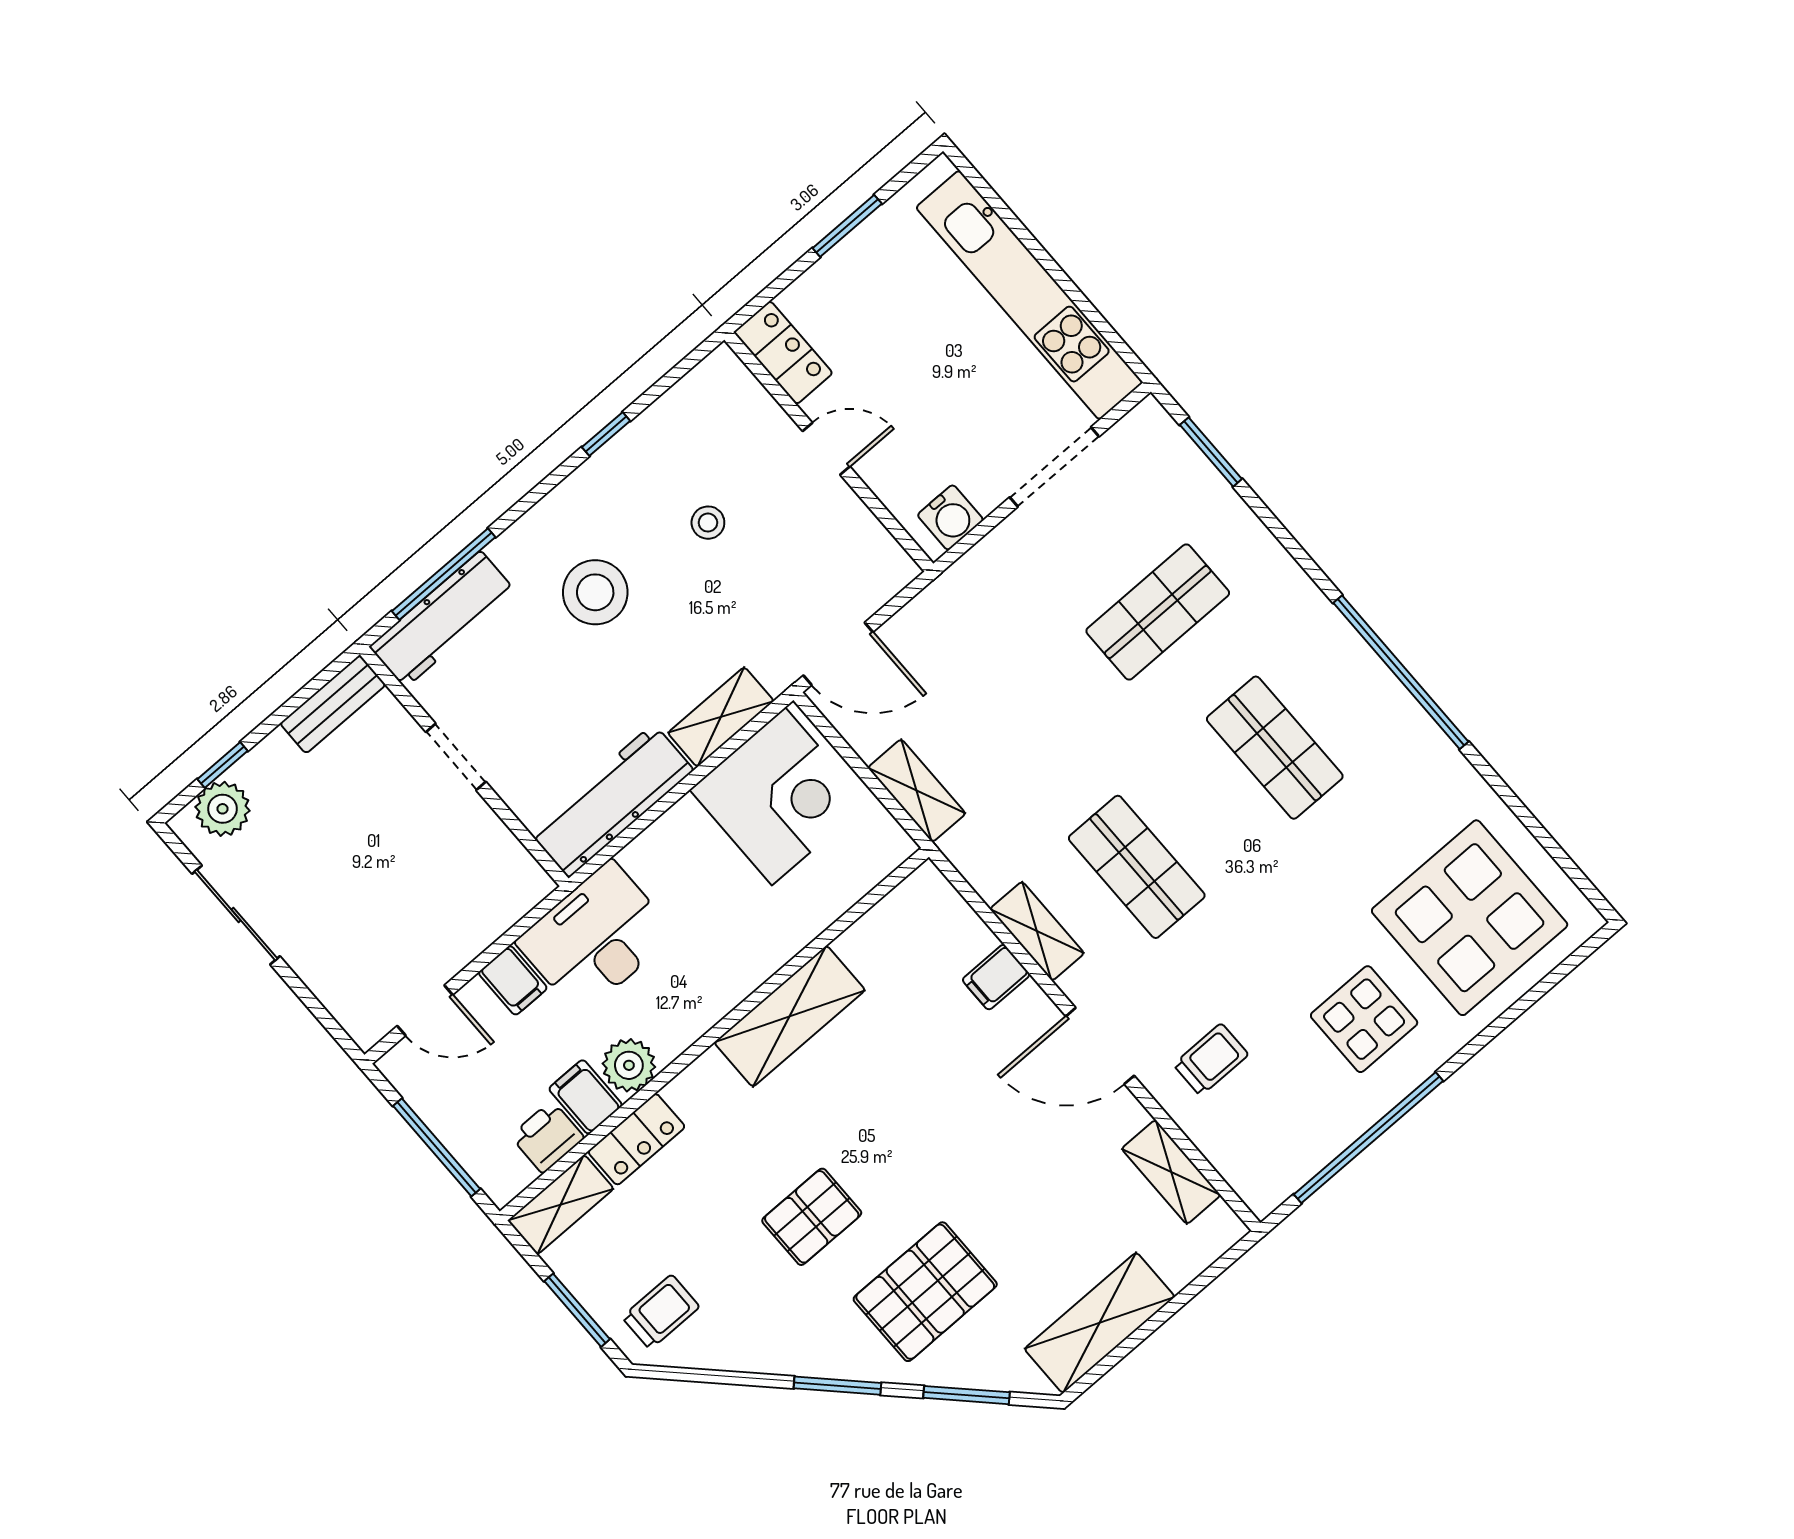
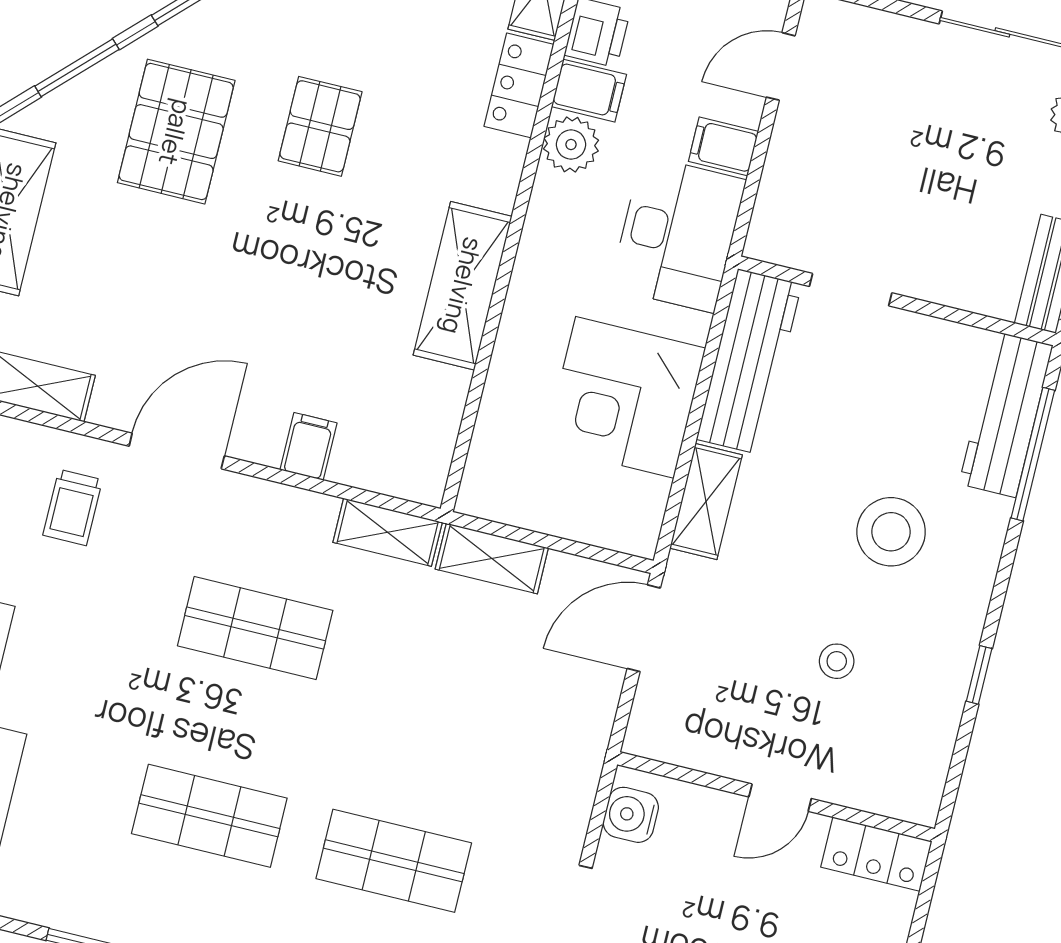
shop shelf: (1158, 612) -> (394, 861), turned 90
doorway: (456, 757) -> (851, 290), moved
corner desk: (778, 796) -> (625, 397), moved
shelving: (1037, 931) -> (388, 532), moved

